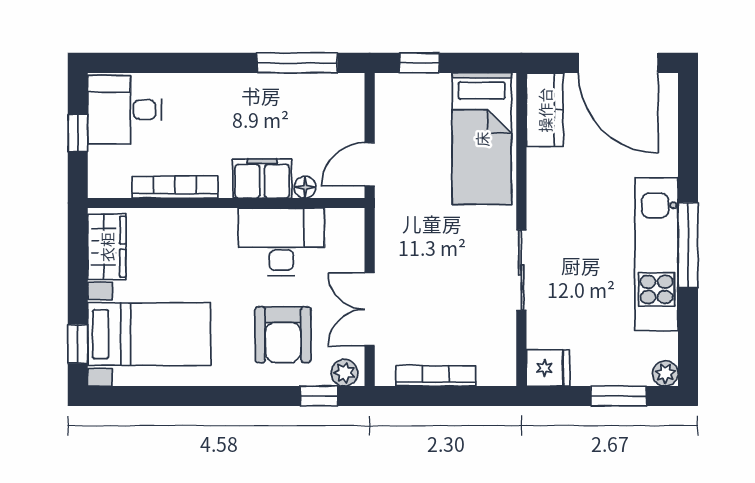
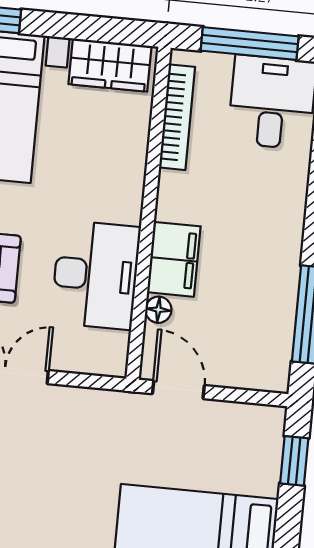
window: (78, 133) -> (250, 43), width x2.17
bookcase: (175, 187) -> (177, 117), moved

